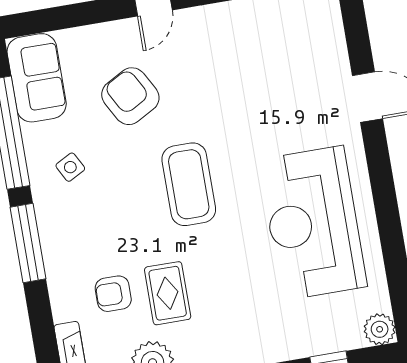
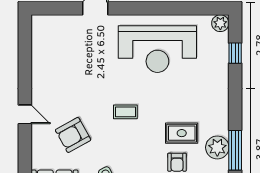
coffee table: (189, 184) -> (125, 112), width x0.54, depth x0.58

